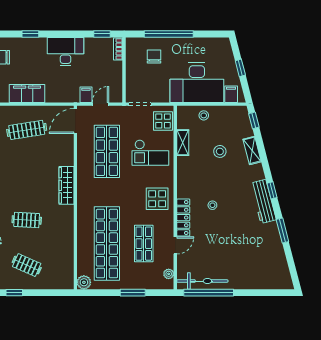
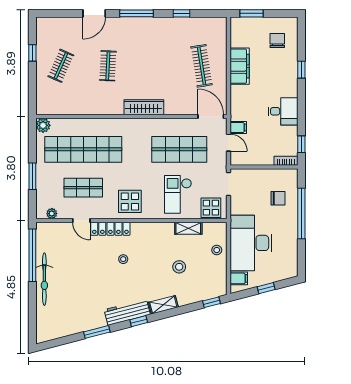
desk: (66, 52) -> (283, 111), width x0.73
shelving: (252, 150) -> (163, 305), moved
bicycle: (202, 281) -> (44, 279), moved

